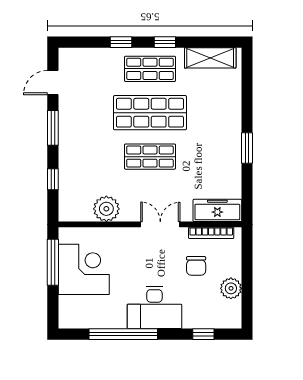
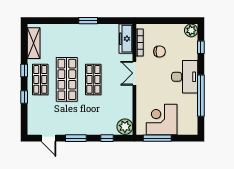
plant: (106, 209) -> (125, 127), moved
plant: (231, 288) -> (191, 30), moved

